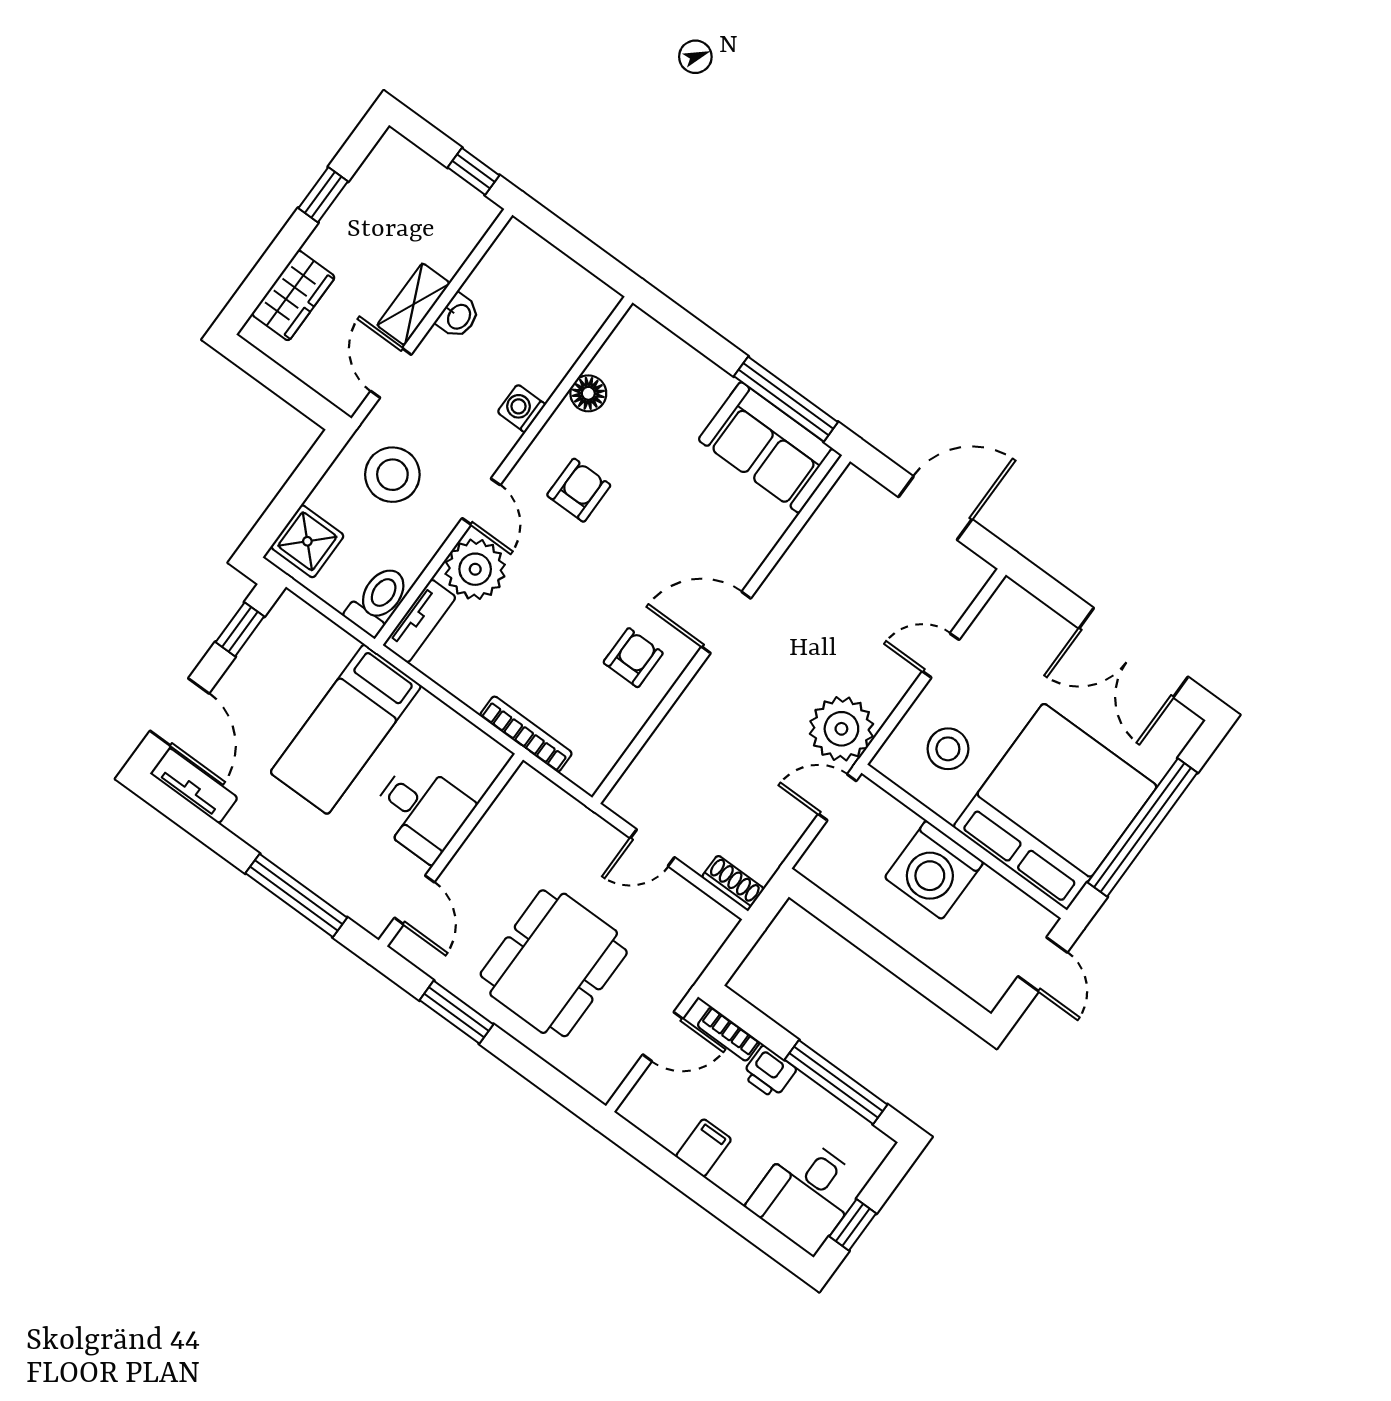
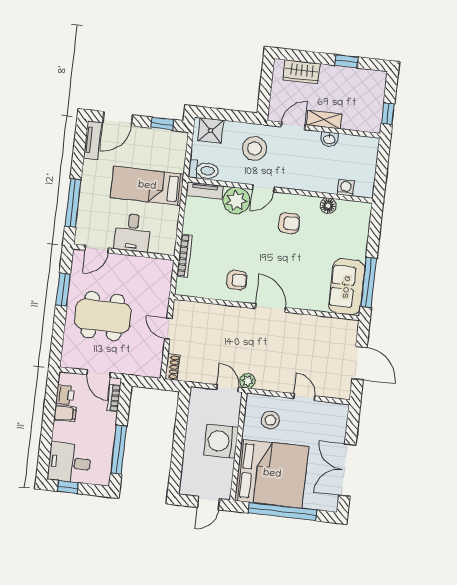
washing machine: (521, 408) -> (346, 188), moved
plant: (841, 729) -> (248, 381), width x0.53, depth x0.53
printer: (769, 1072) -> (65, 395), moved, turned 180

